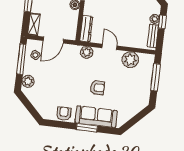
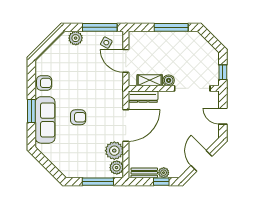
shelving: (34, 24) -> (150, 80), moved
door: (110, 47) -> (126, 125), width x1.88
plant: (87, 52) -> (117, 168), moved
armchair: (97, 88) -> (78, 117), turned -90

